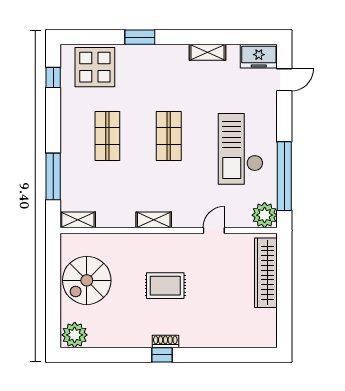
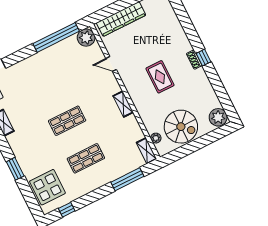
checkout: (241, 149) -> (53, 73), removed
plant: (88, 240) -> (156, 138), added

